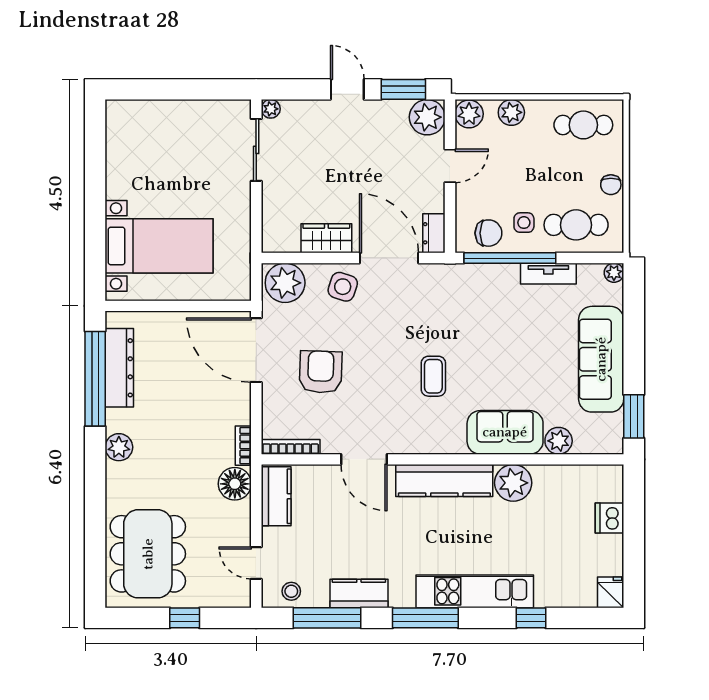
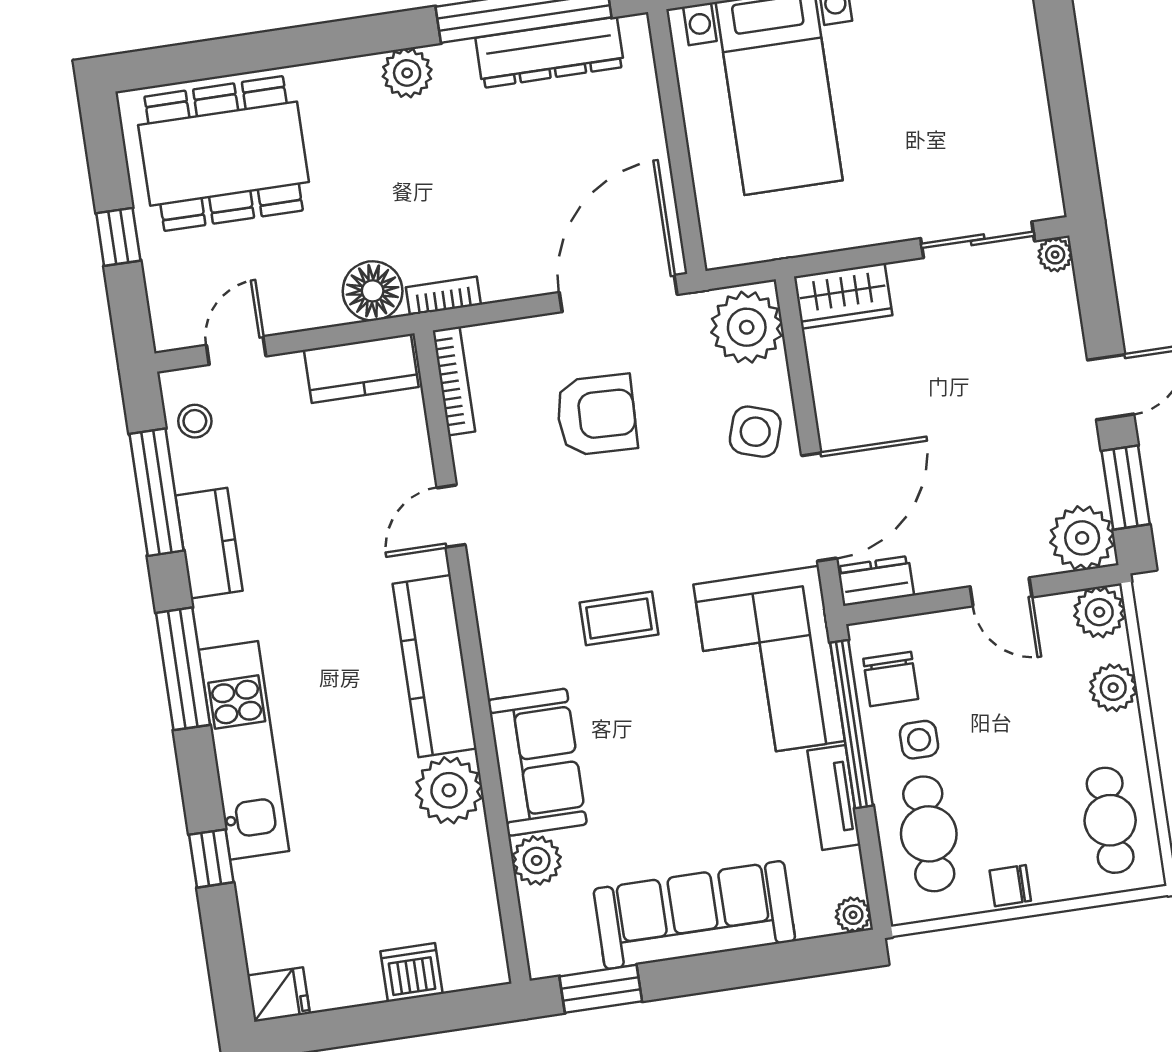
wardrobe: (326, 238) -> (843, 296), moved, turned 90
corner sofa: (470, 298) -> (769, 663), added
door: (364, 459) -> (451, 516), width x0.73

